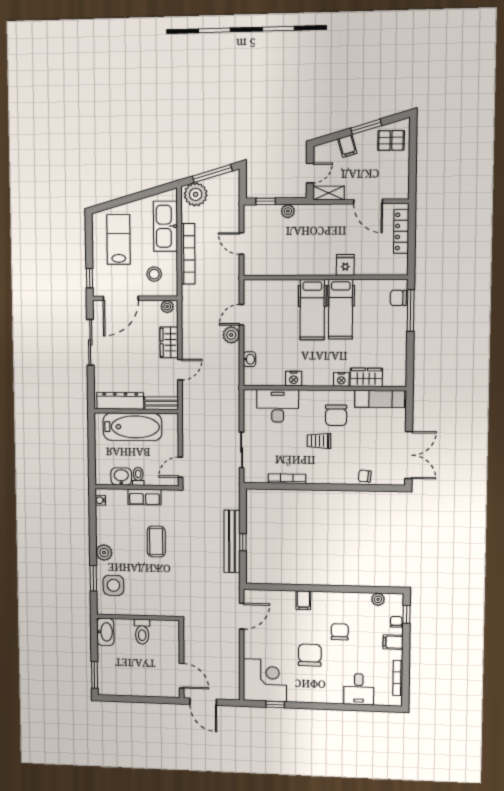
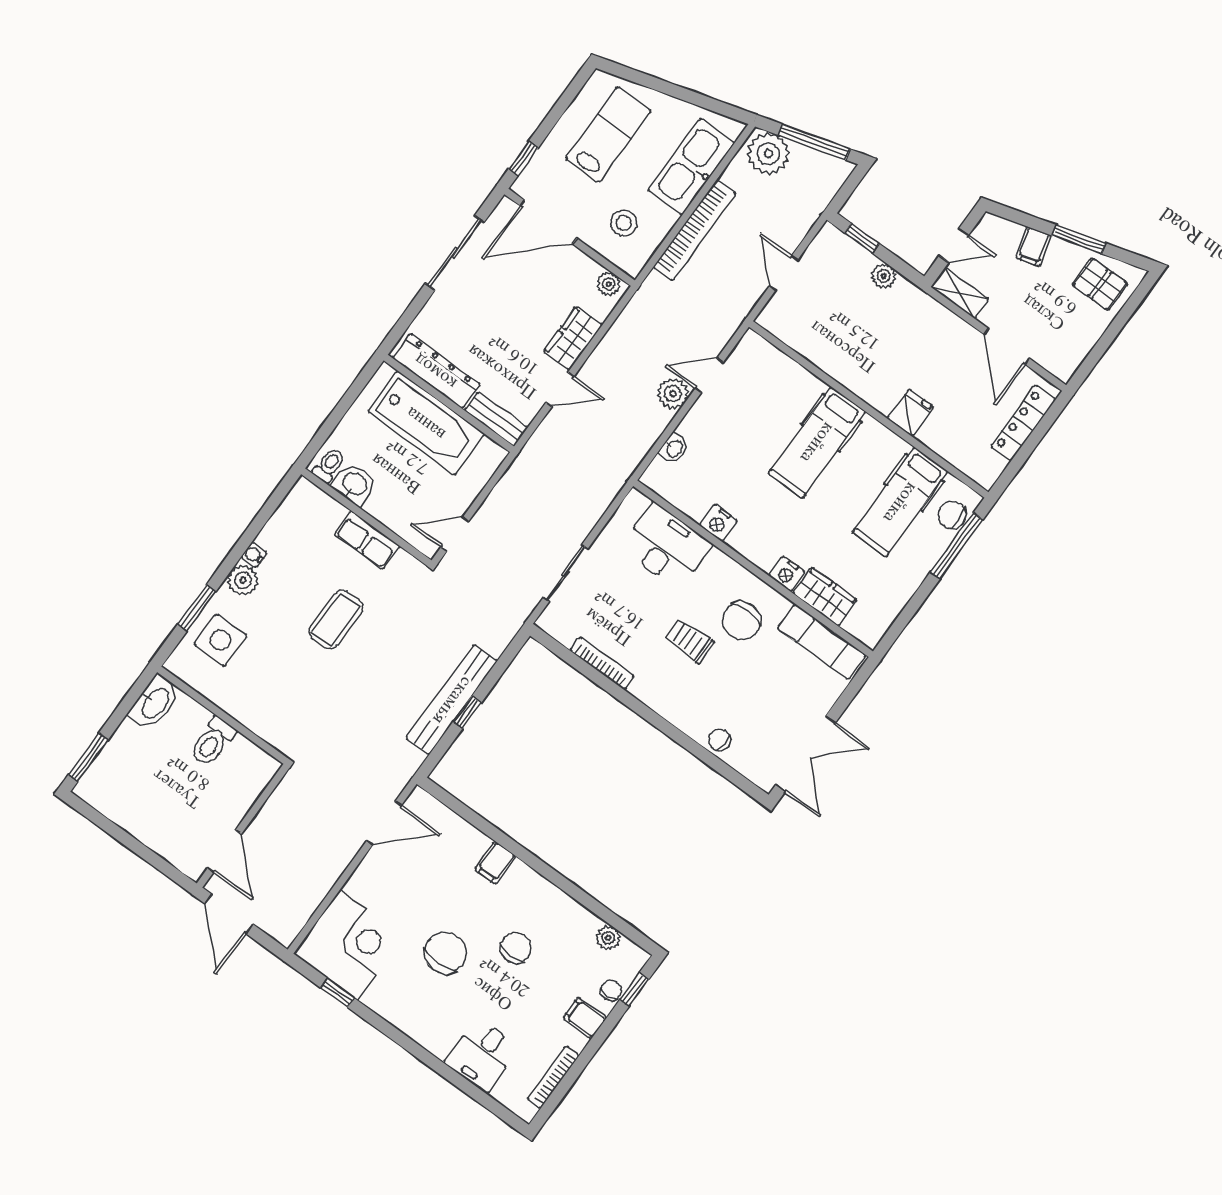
hospital bed: (341, 309) -> (900, 502), moved
toilet: (138, 476) -> (329, 465), moved
water cooler: (100, 500) -> (254, 555), moved

